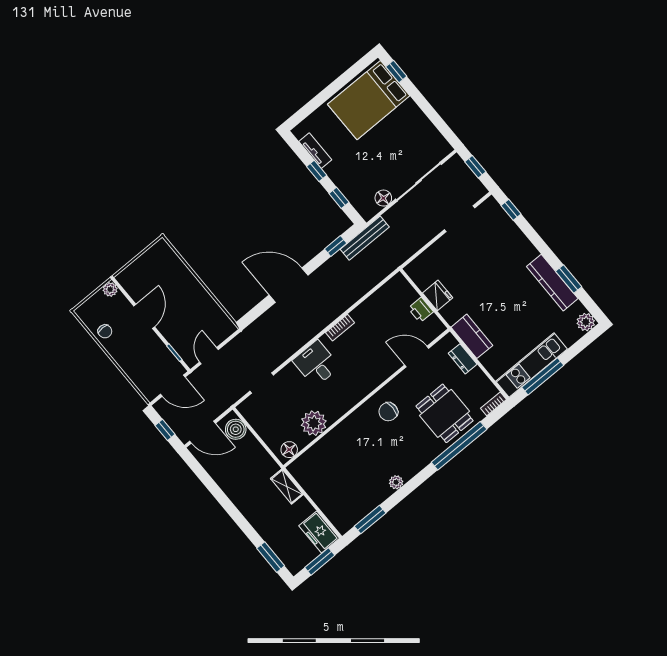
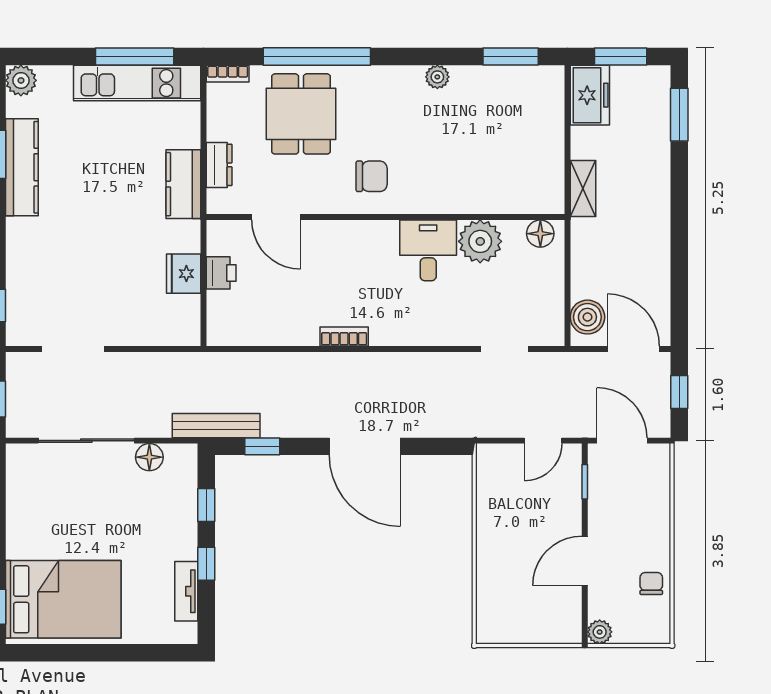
desk: (316, 364) -> (428, 250), moved, turned 180

